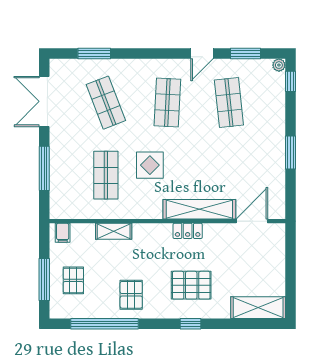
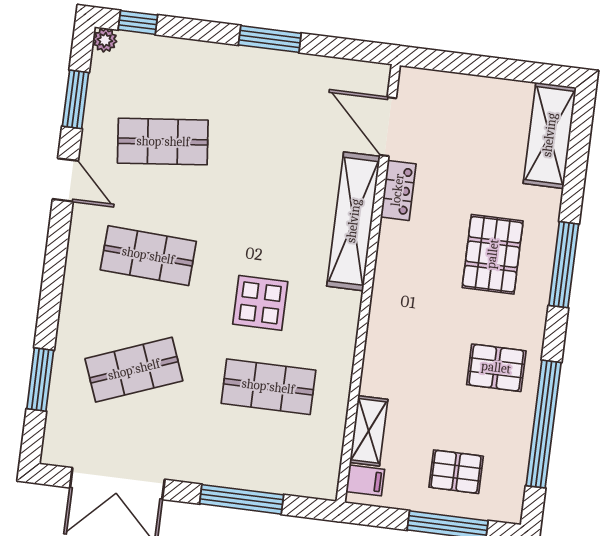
shelving: (114, 231) -> (369, 431), moved
locker: (188, 231) -> (398, 190), moved
window: (190, 324) -> (564, 265), width x2.17

